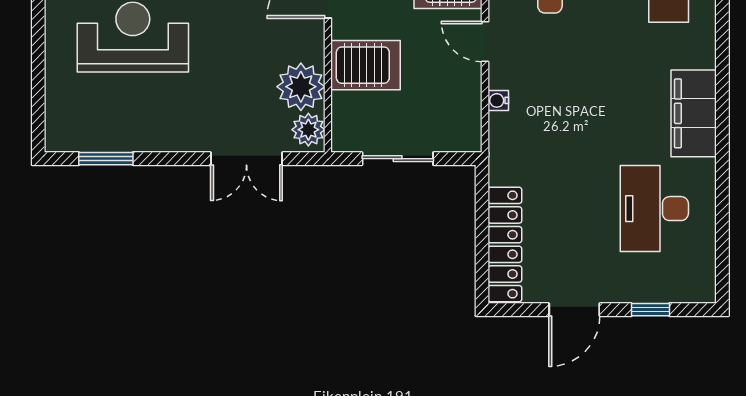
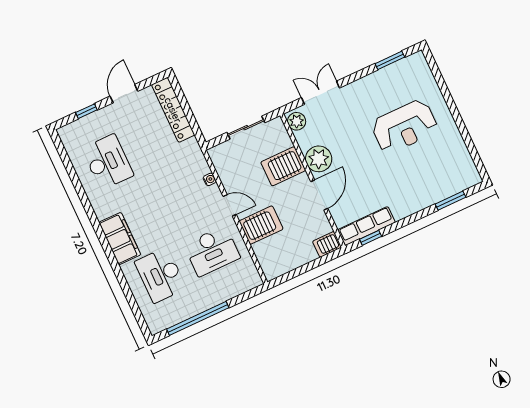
plant: (301, 87) -> (319, 159), moved
filing cabinet: (694, 113) -> (120, 239), moved

